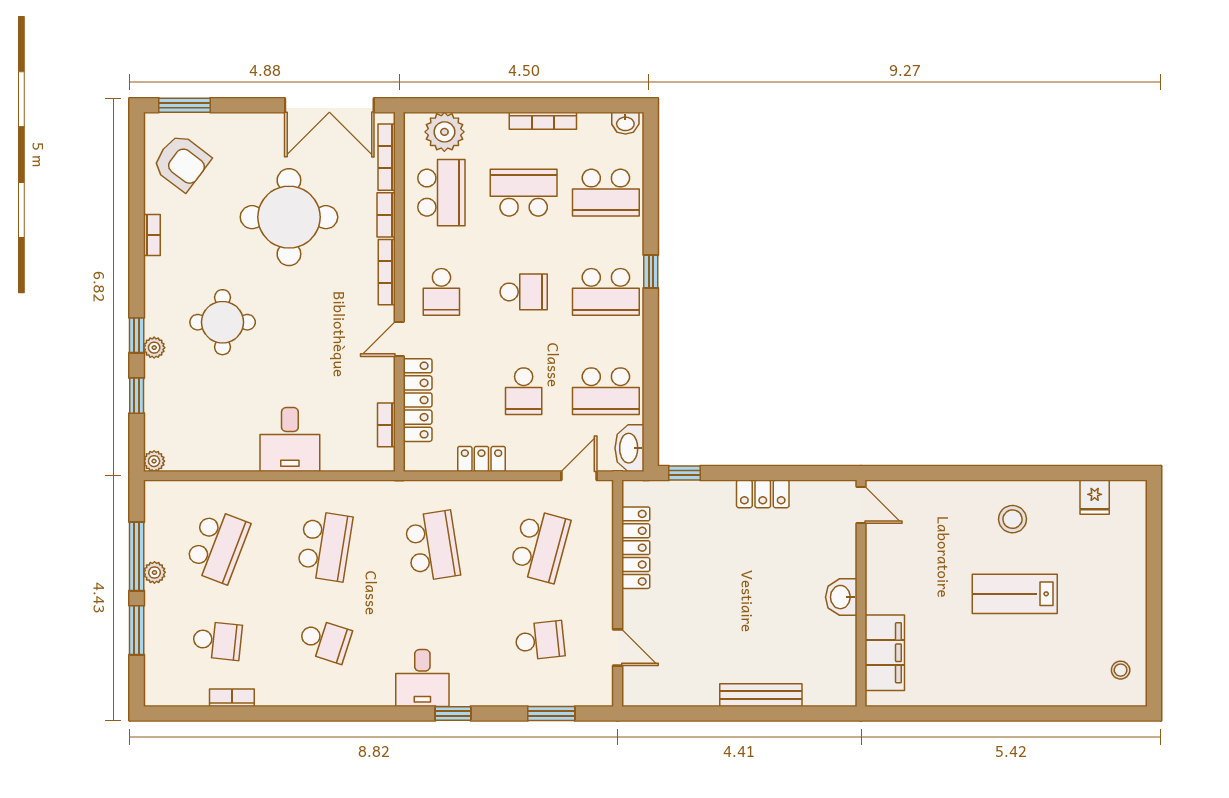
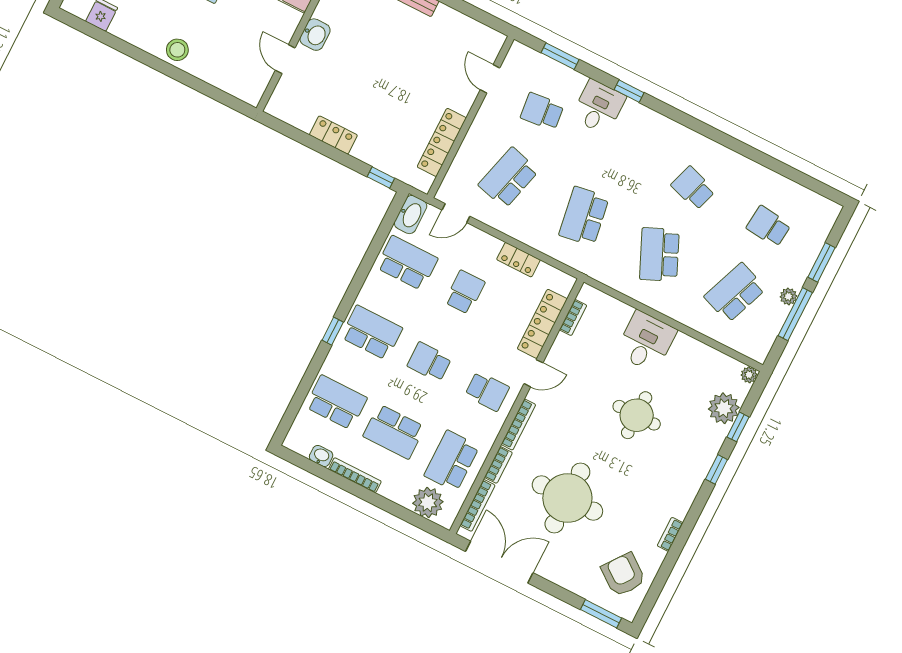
washbasin: (625, 123) -> (321, 456), moved
school desk: (441, 292) -> (487, 391), turned 90
round table: (223, 322) -> (637, 415), moved
plant: (154, 348) -> (724, 408), moved, width x1.88, depth x1.88
door: (861, 505) -> (285, 59), moved
stool: (1012, 519) -> (177, 50), moved
school desk: (325, 546) -> (659, 254), turned -33
desk: (422, 678) -> (599, 107), moved
bookcase: (232, 698) -> (779, 181), removed

